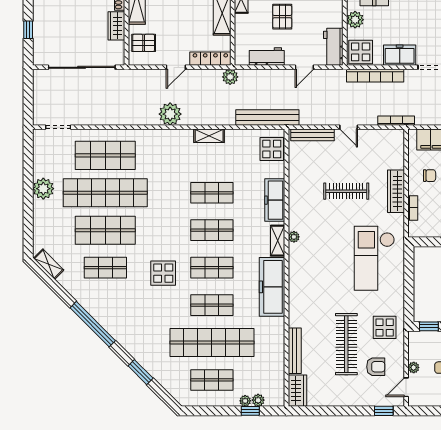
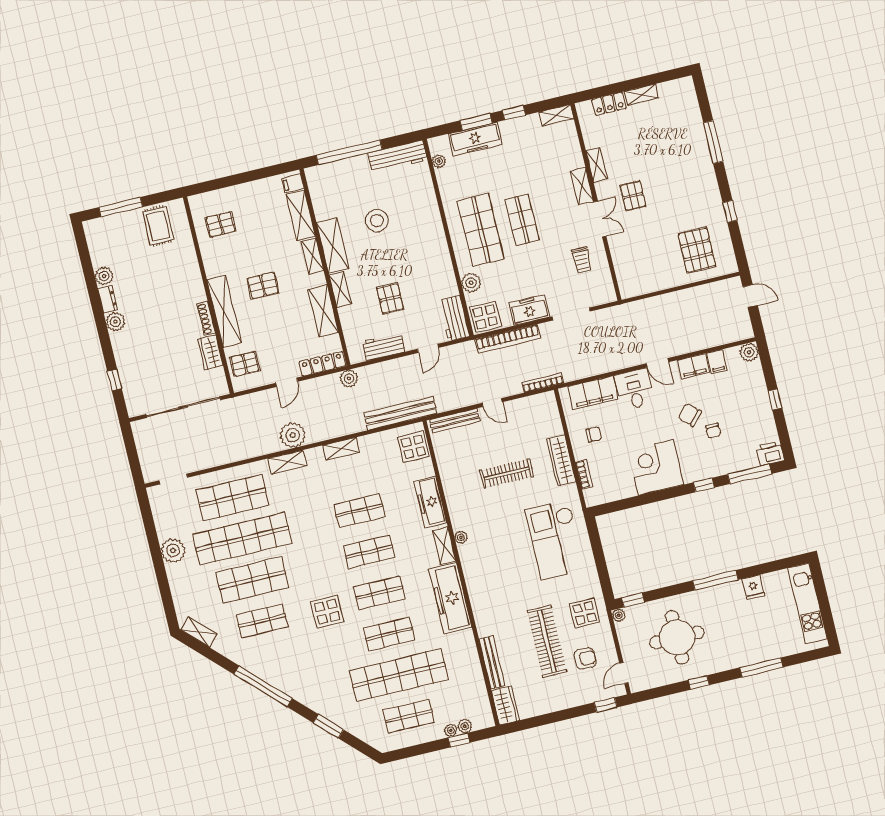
shelving: (160, 136) -> (287, 462), added
plant: (414, 367) -> (619, 615), moved

